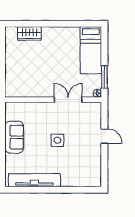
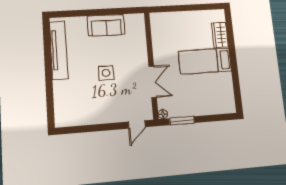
bed: (91, 50) -> (205, 61), moved
door: (104, 136) -> (137, 124), moved

